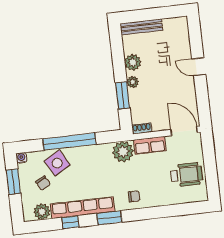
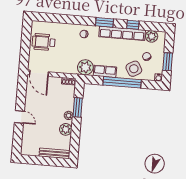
row of seats: (150, 145) -> (105, 71), moved

